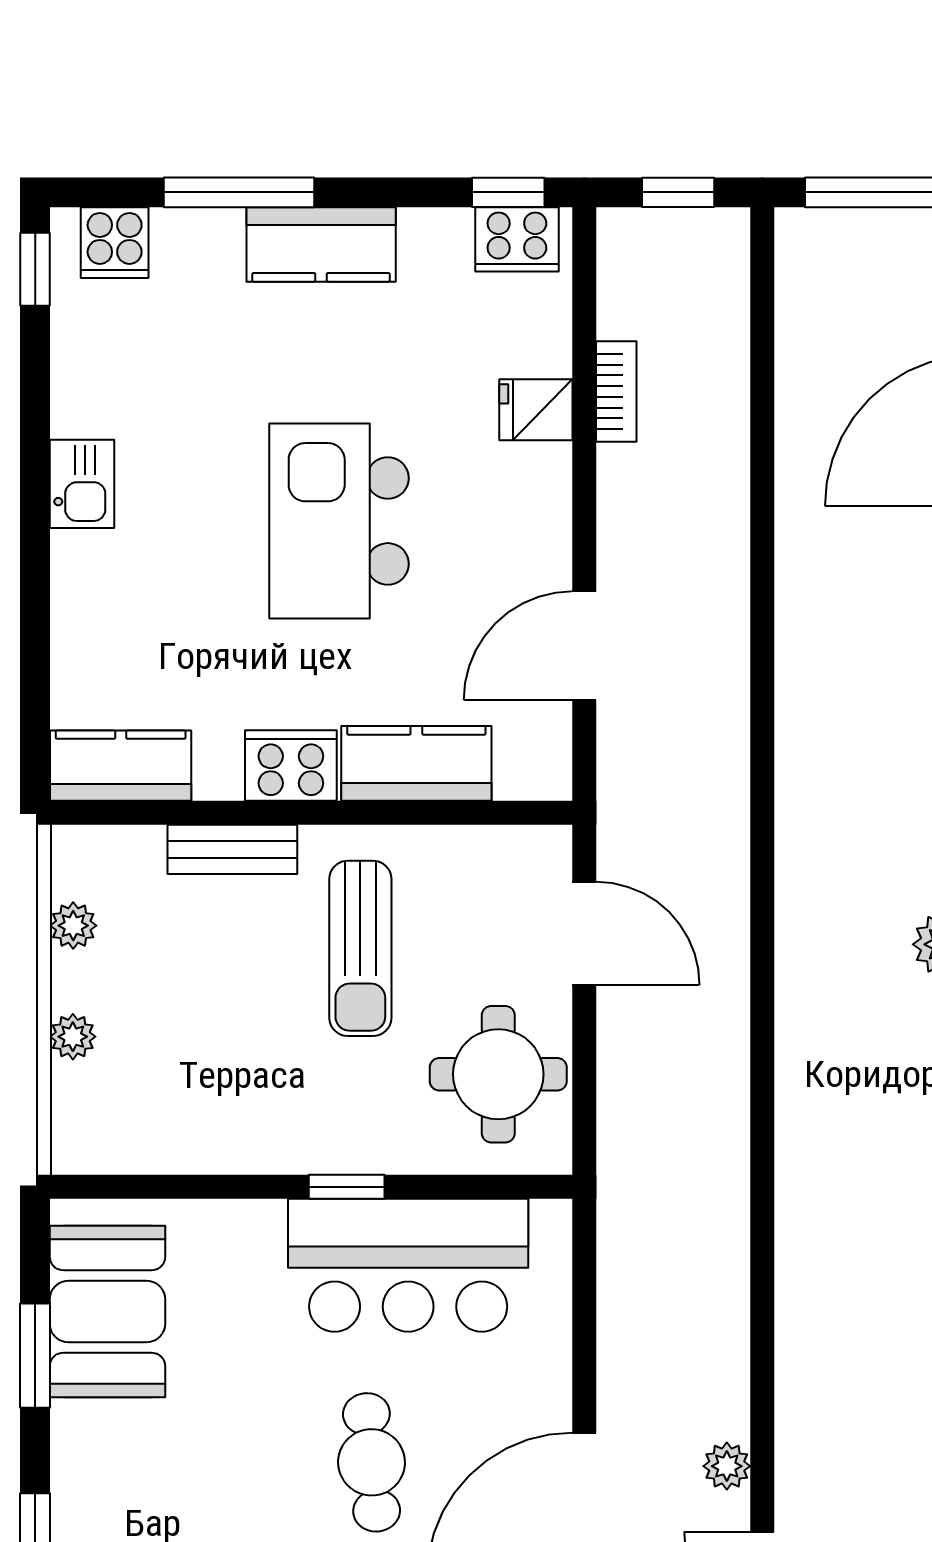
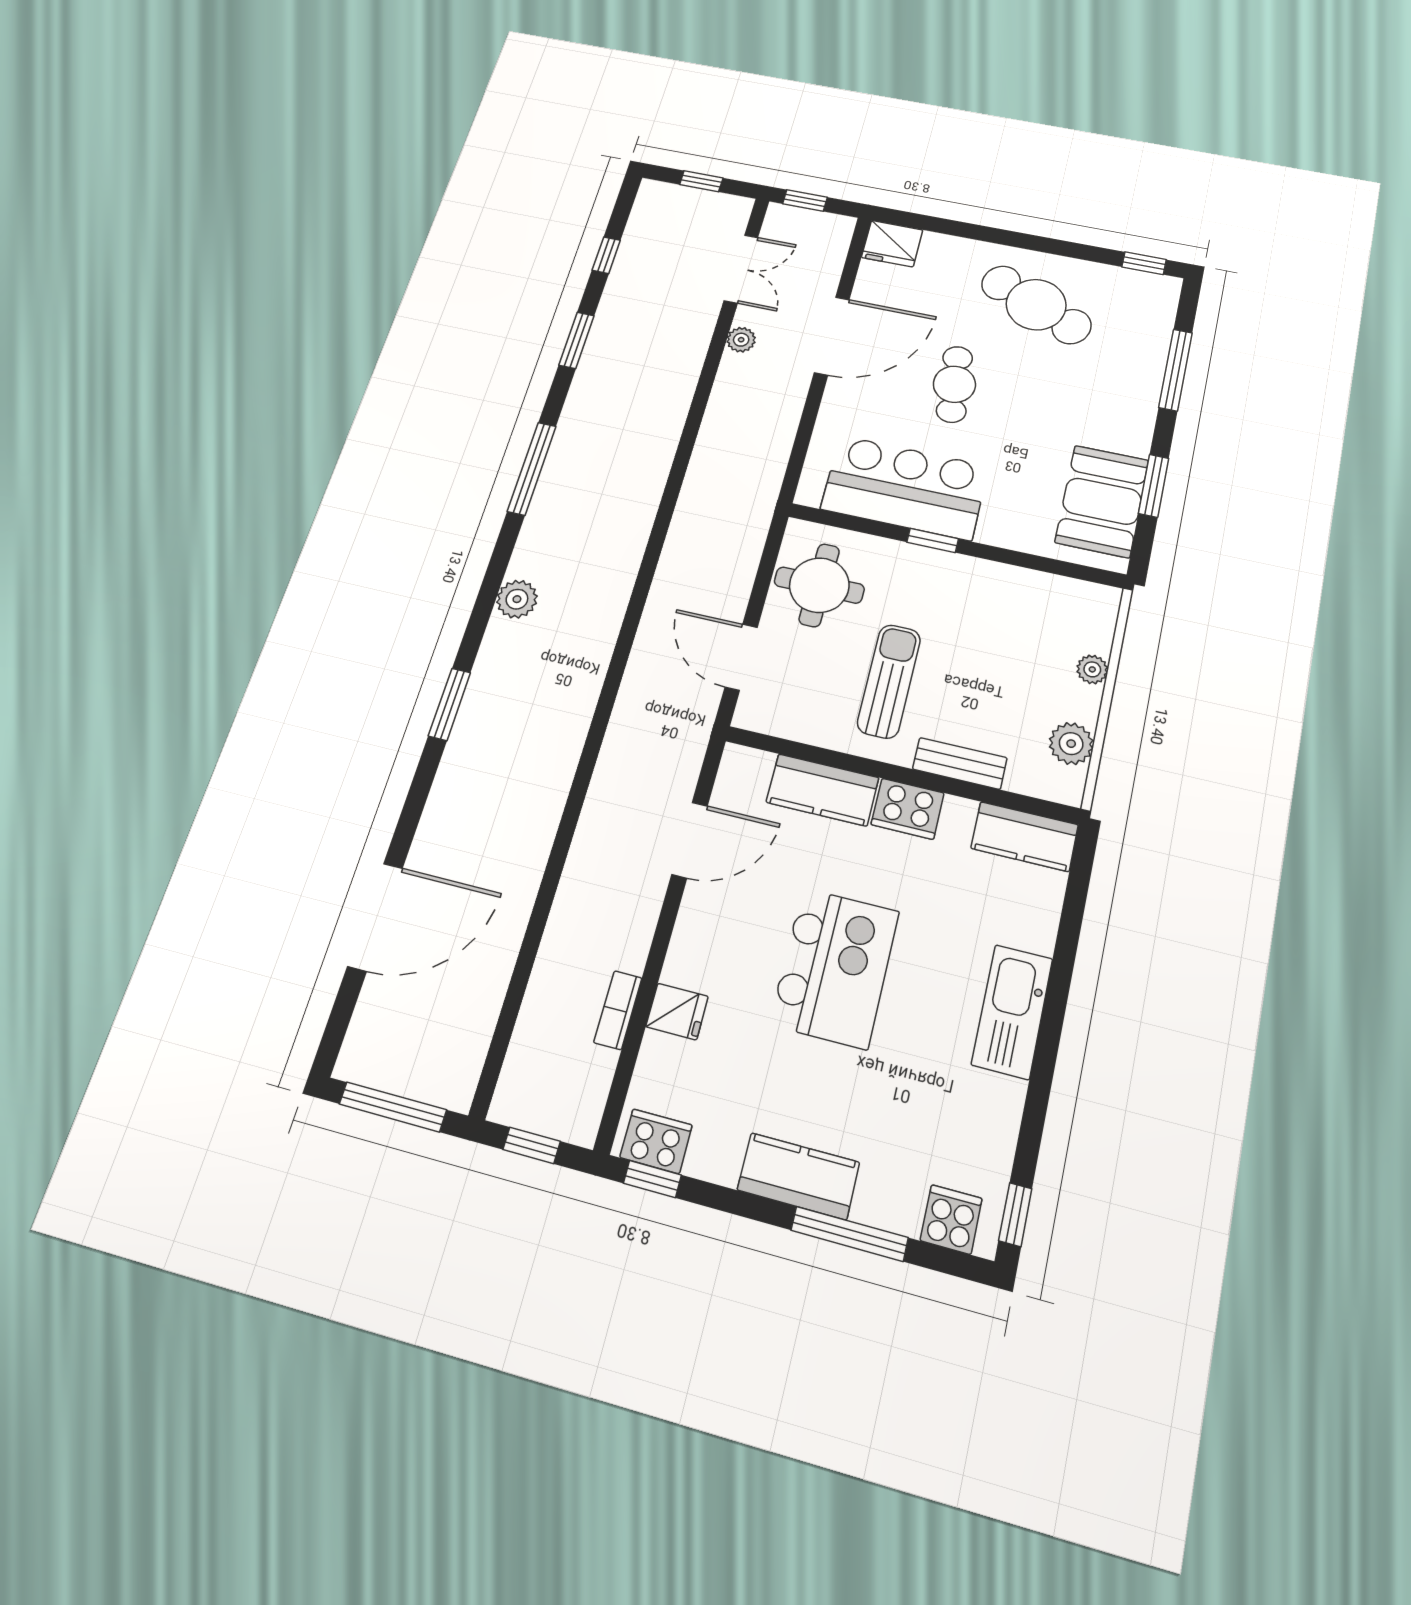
kitchen sink: (82, 484) -> (1012, 1011), width x1.87, depth x1.24
plant: (73, 926) -> (1071, 744), width x1.38, depth x1.38

